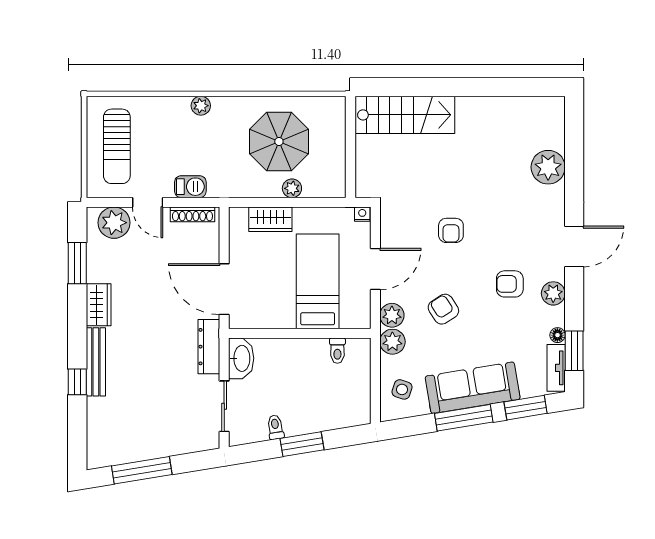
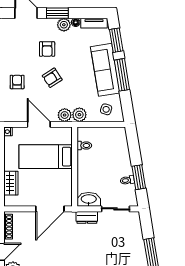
armchair: (451, 230) -> (17, 82), turned -90
plant: (553, 293) -> (64, 25), moved
armchair: (443, 309) -> (52, 78), moved
dresser: (209, 347) -> (87, 217), width x0.70
window: (574, 351) -> (57, 13), moved
window: (302, 444) -> (139, 177), moved

